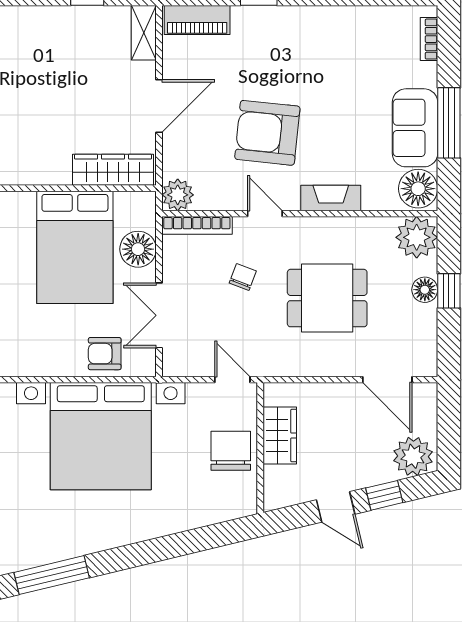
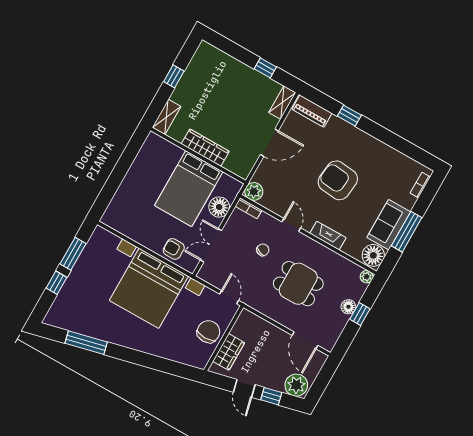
armchair: (267, 133) -> (338, 180), moved
wardrobe: (113, 170) -> (205, 148), moved
bookcase: (197, 225) -> (248, 208), width x0.64
plant: (417, 237) -> (367, 277), width x0.53, depth x0.53
wardrobe: (280, 436) -> (229, 352), moved

